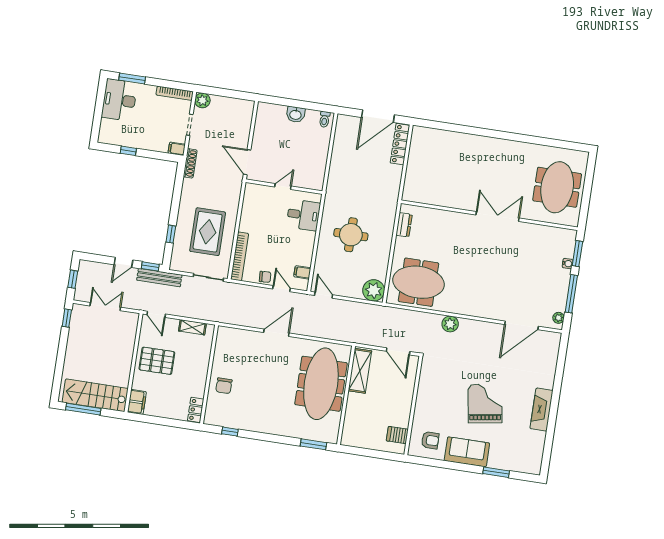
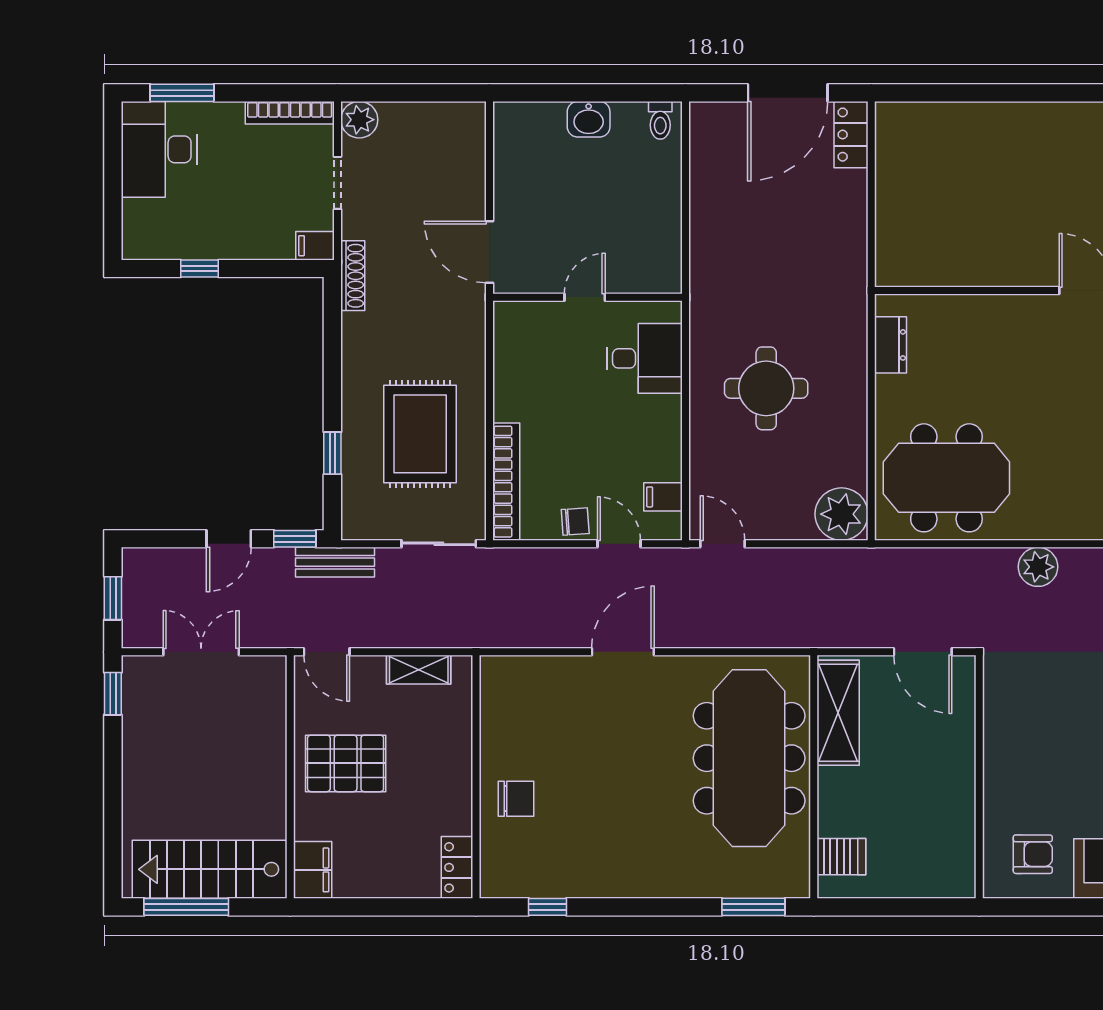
locker: (400, 144) -> (851, 135), width x0.66
bench: (159, 278) -> (335, 562), width x0.73
chair: (224, 386) -> (516, 799), turned -90
server rack: (397, 435) -> (841, 857), moved, turned 180

